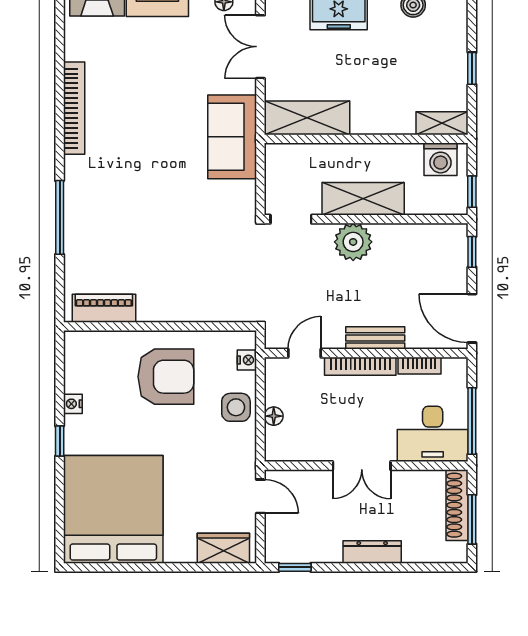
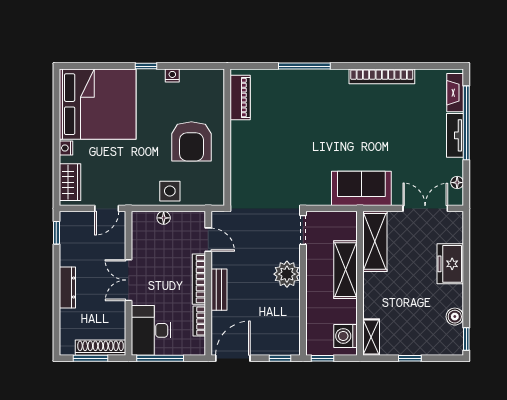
shelving: (363, 199) -> (345, 270), moved
nightstand: (247, 360) -> (66, 148), moved, turned 90

